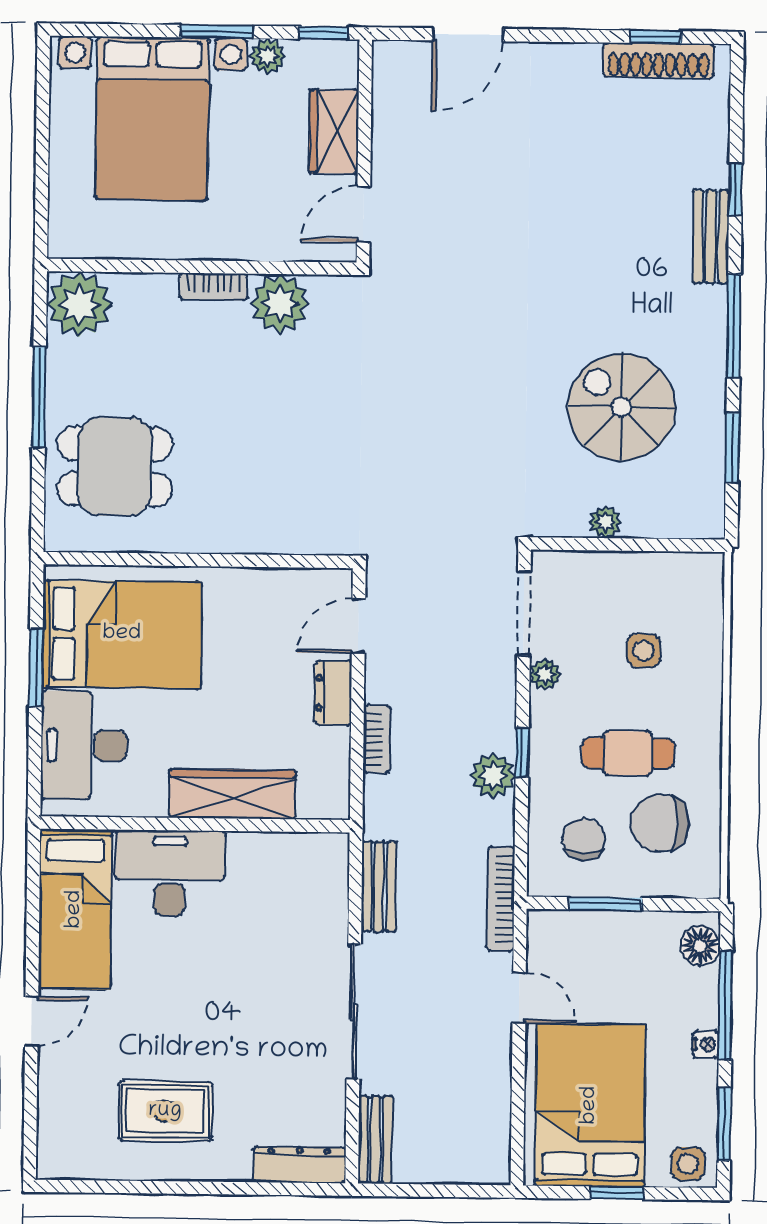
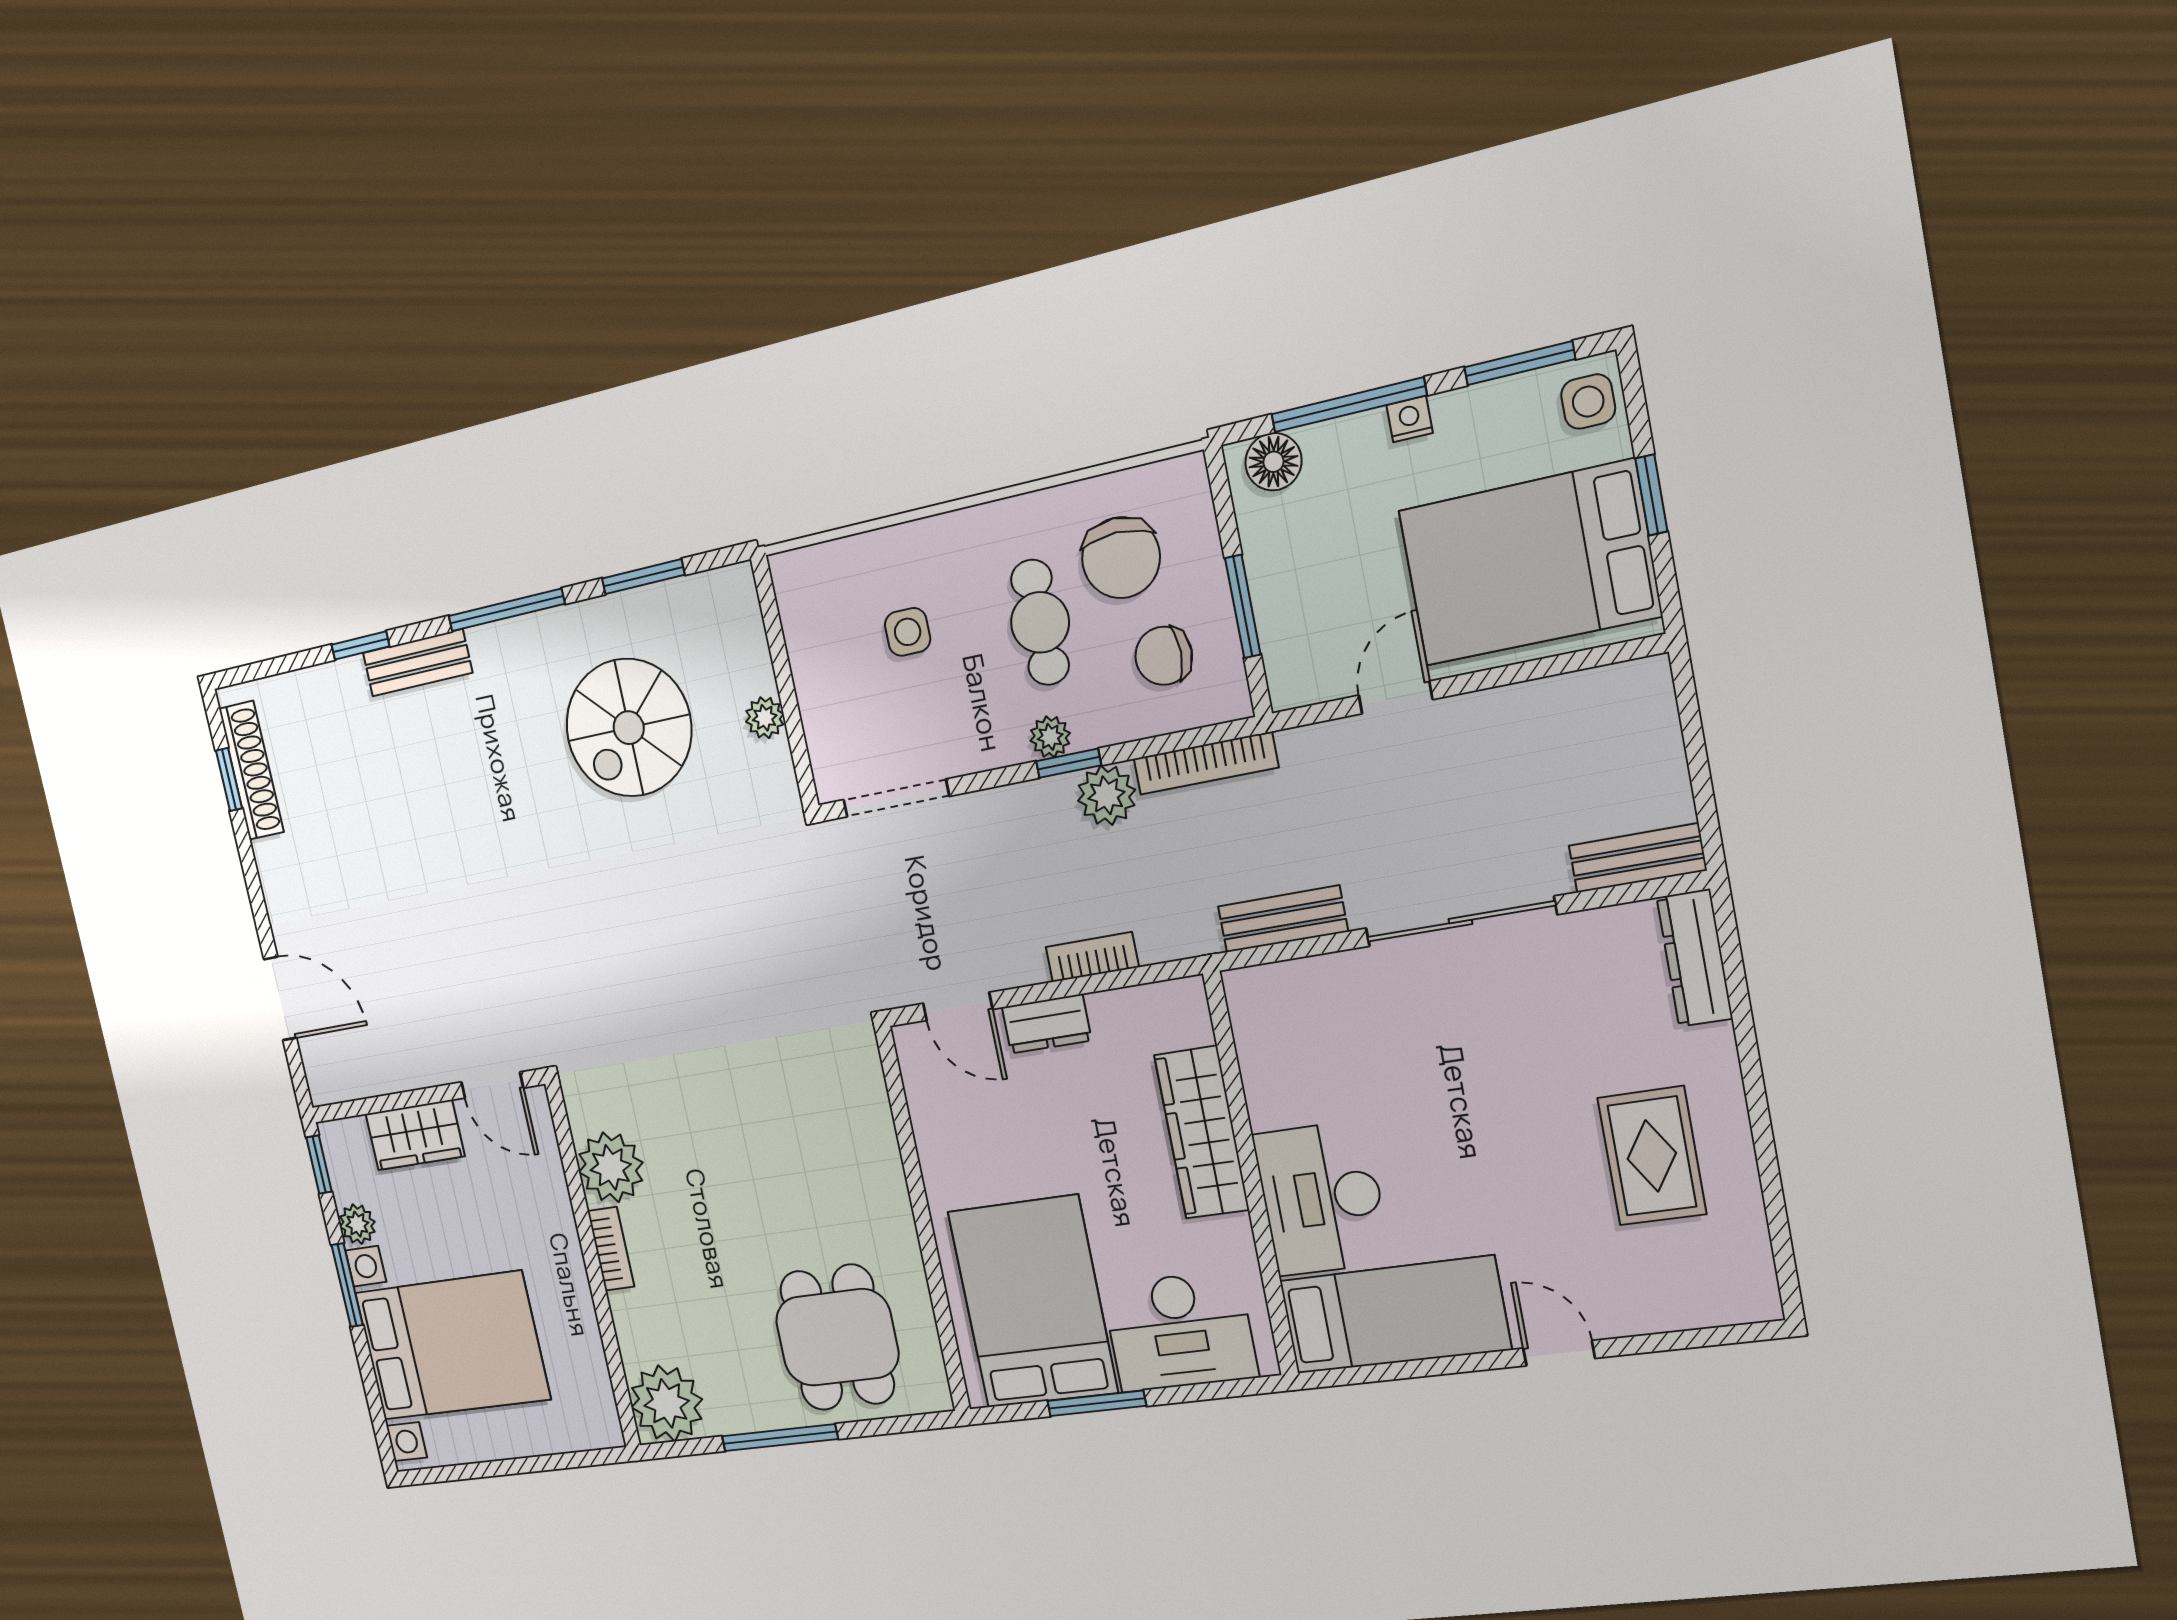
plant: (545, 674) -> (1050, 737), moved
bookcase: (501, 899) -> (1206, 763), moved

